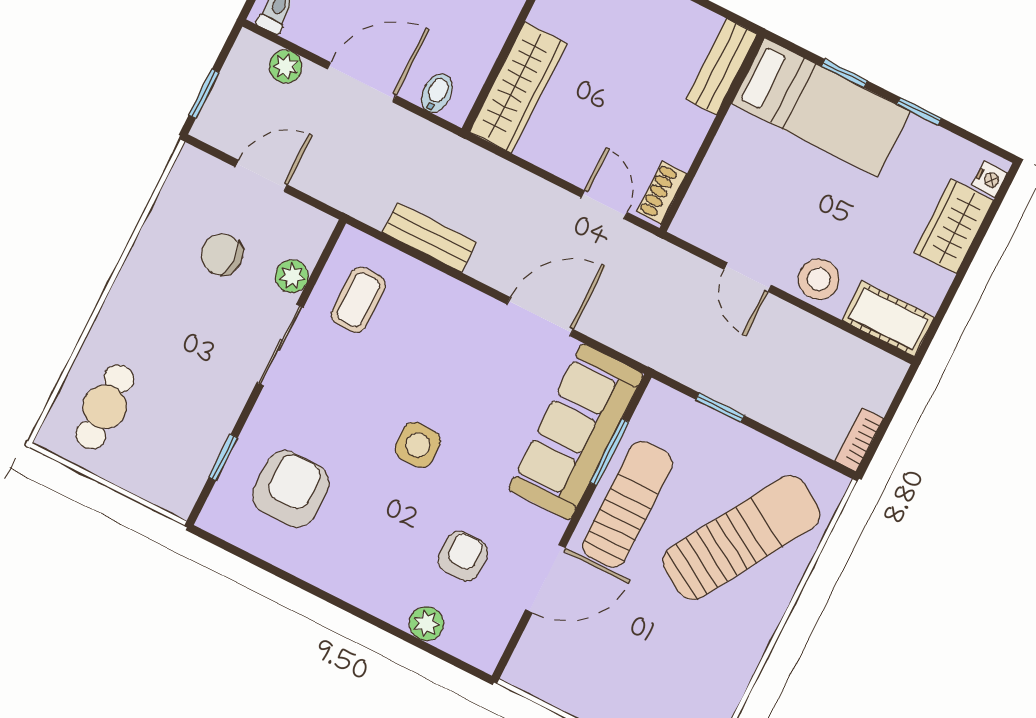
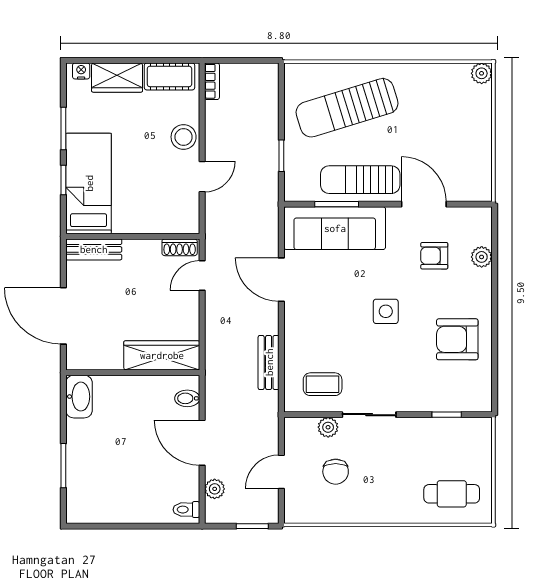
window: (919, 111) -> (63, 128), width x1.50
door: (261, 176) -> (281, 472), hinge flipped
cot: (888, 319) -> (169, 76), moved, turned 90
bookcase: (859, 440) -> (212, 81), moved, turned -90
armchair: (291, 489) -> (457, 339), moved
sun lounger: (741, 538) -> (347, 108), turned -48

